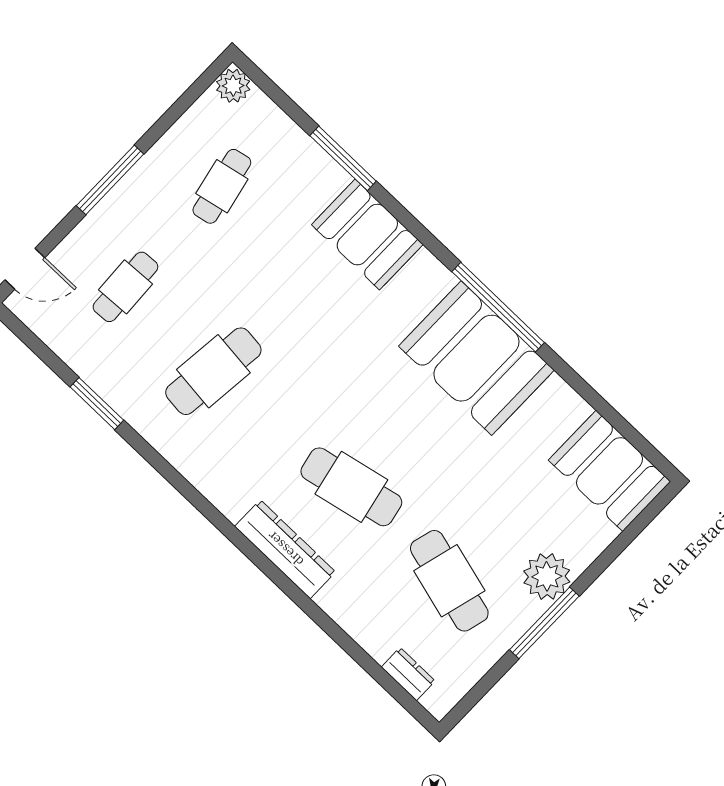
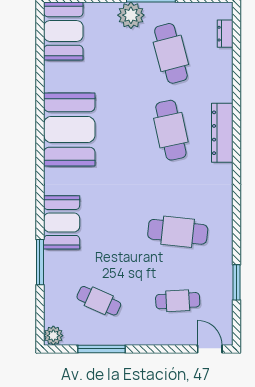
window: (110, 180) -> (102, 349), moved
cafe table: (222, 186) -> (99, 301), turned 36
window: (498, 307) -> (40, 141), removed
window: (97, 404) -> (237, 282), moved
cafe table: (449, 581) -> (171, 53), turned -30

